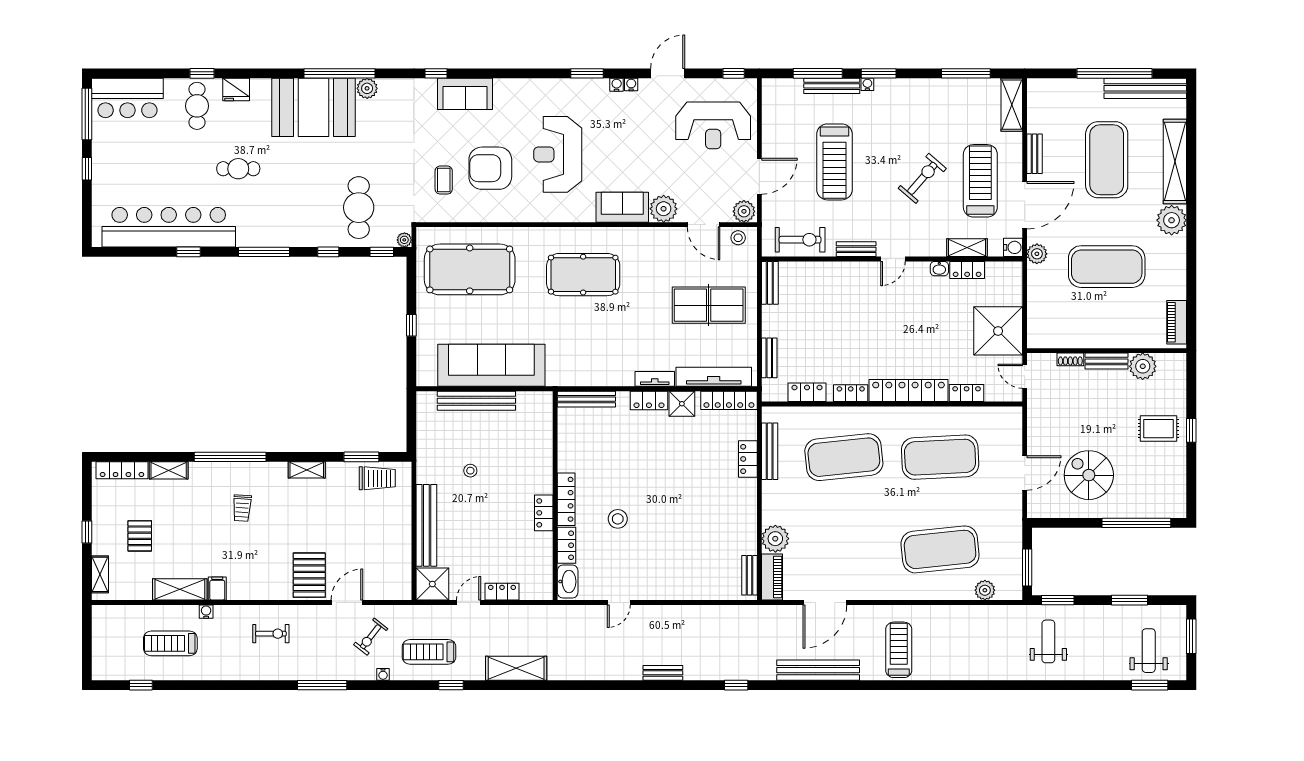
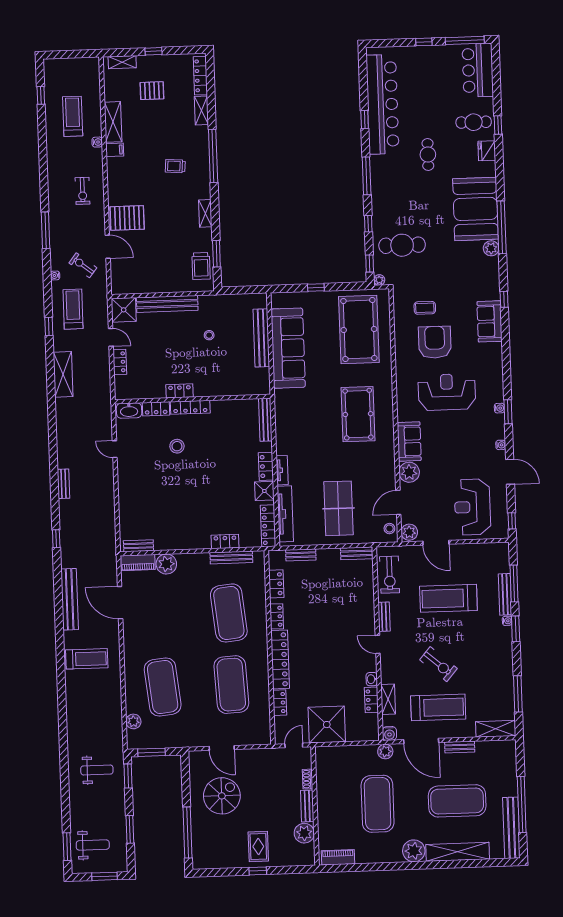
water cooler: (617, 85) -> (499, 408), moved

